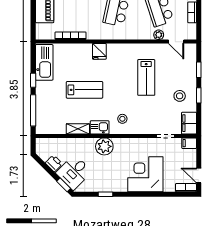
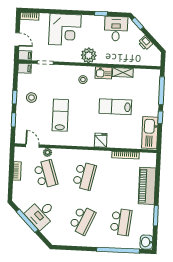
filing cabinet: (189, 123) -> (25, 68), width x0.50
plant: (104, 146) -> (89, 55), moved
desk: (74, 172) -> (116, 29), moved, turned -45
door: (199, 175) -> (17, 39), moved

